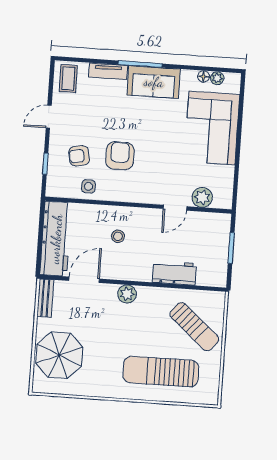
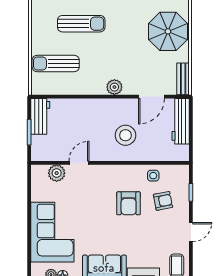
stool: (118, 236) -> (125, 135), width x1.89, depth x1.89
workbench: (56, 239) -> (181, 121), width x0.73, depth x0.76
workbench: (174, 273) -> (40, 116), moved, turned -90
sun lounger: (194, 327) -> (56, 63), turned -41
sun lounger: (161, 372) -> (81, 24), width x0.73, depth x0.75

